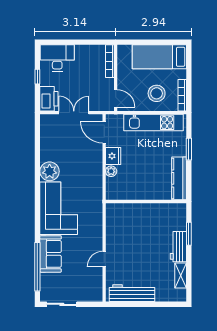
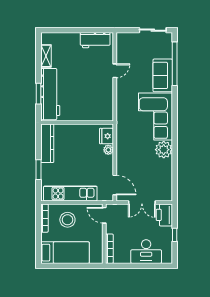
desk: (57, 58) -> (146, 252), moved
fridge: (113, 156) -> (107, 136), moved
workbench: (178, 247) -> (50, 94), width x1.88, depth x1.32
workbench: (132, 293) -> (95, 40), width x0.73

